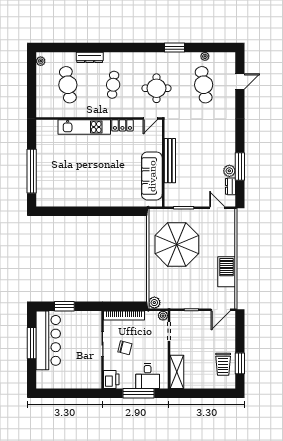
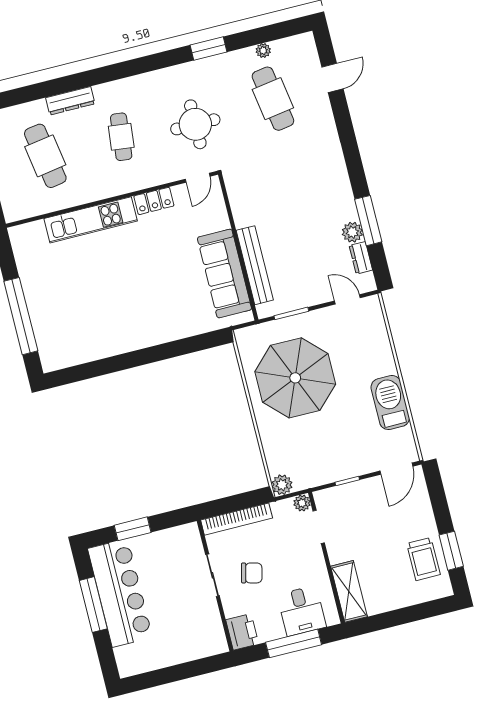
bench: (170, 161) -> (255, 265), moved

